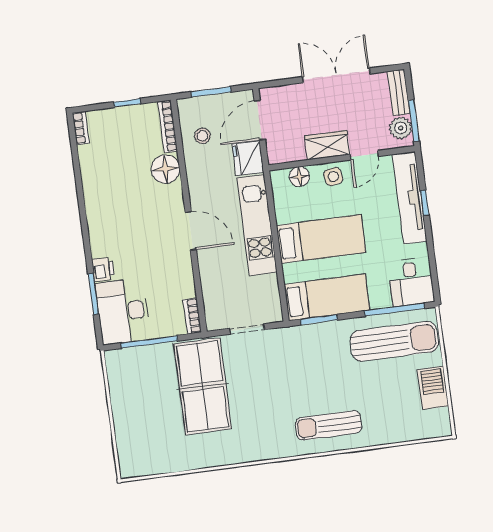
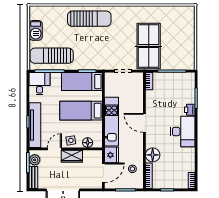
desk: (123, 311) -> (183, 132), moved
sun lounger: (329, 425) -> (89, 19), width x1.36, depth x1.34

